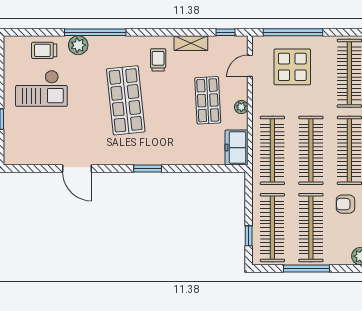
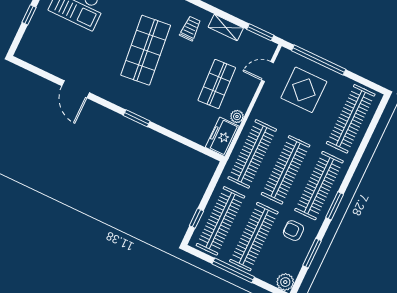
window: (226, 32) -> (260, 32), width x1.50
plant: (241, 107) -> (237, 116), moved

